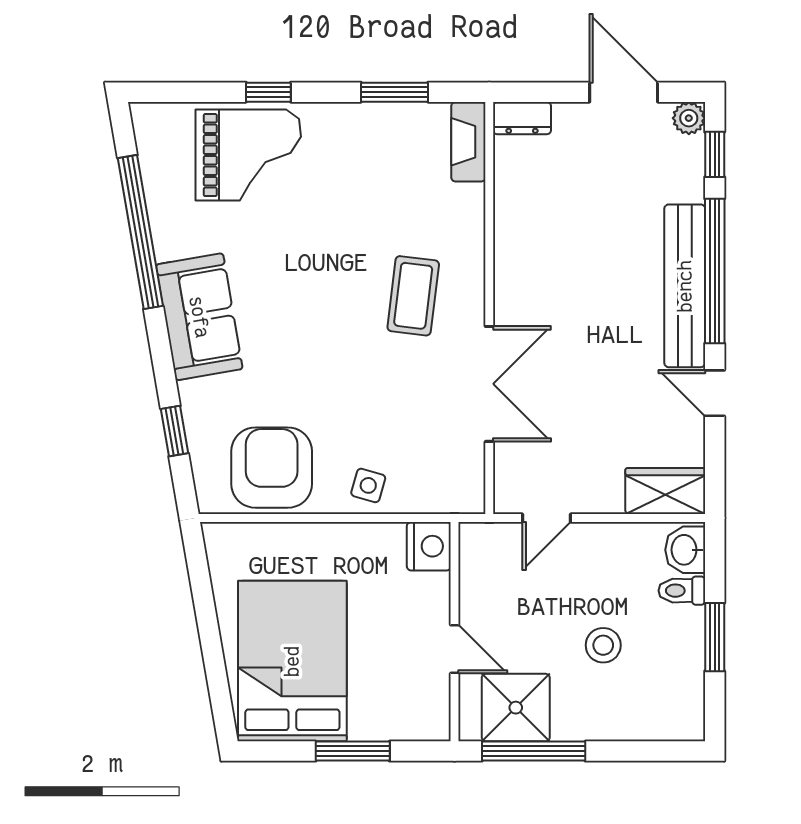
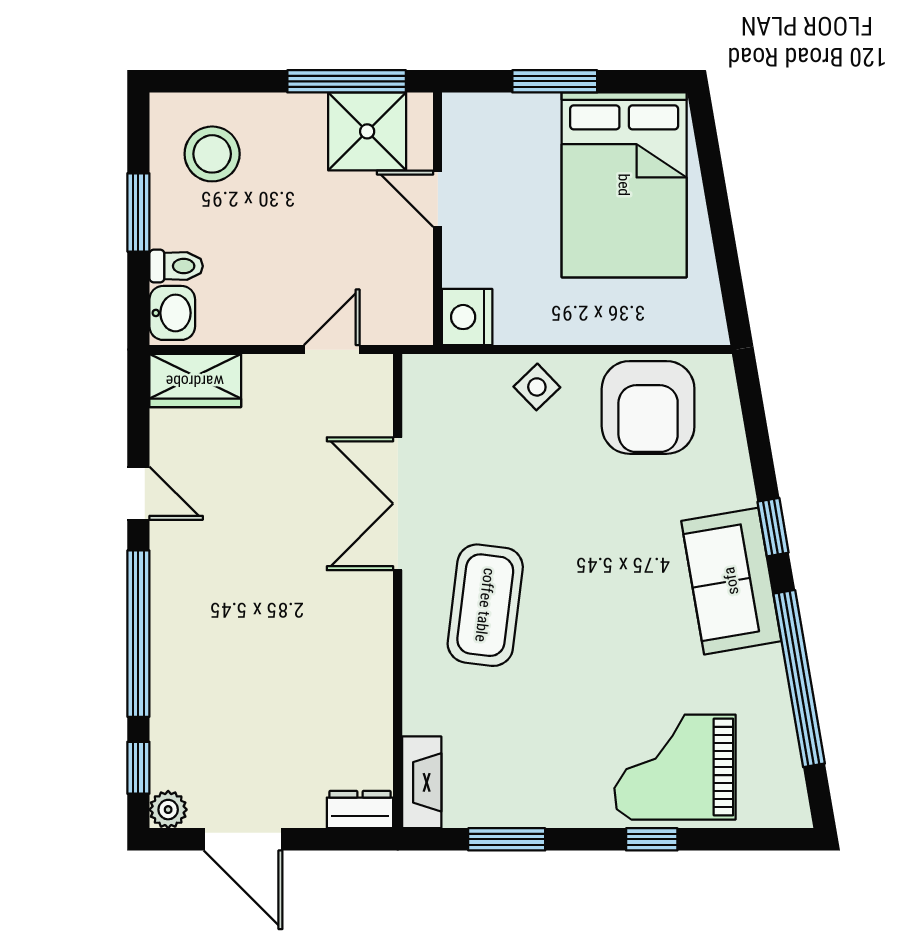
bench: (685, 286) -> (173, 617), removed
coffee table: (413, 296) -> (485, 605), width x1.36, depth x1.32
window: (175, 431) -> (773, 527), moved
side table: (368, 485) -> (537, 387), turned 30
stool: (603, 645) -> (212, 154), moved, width x1.38, depth x1.38

